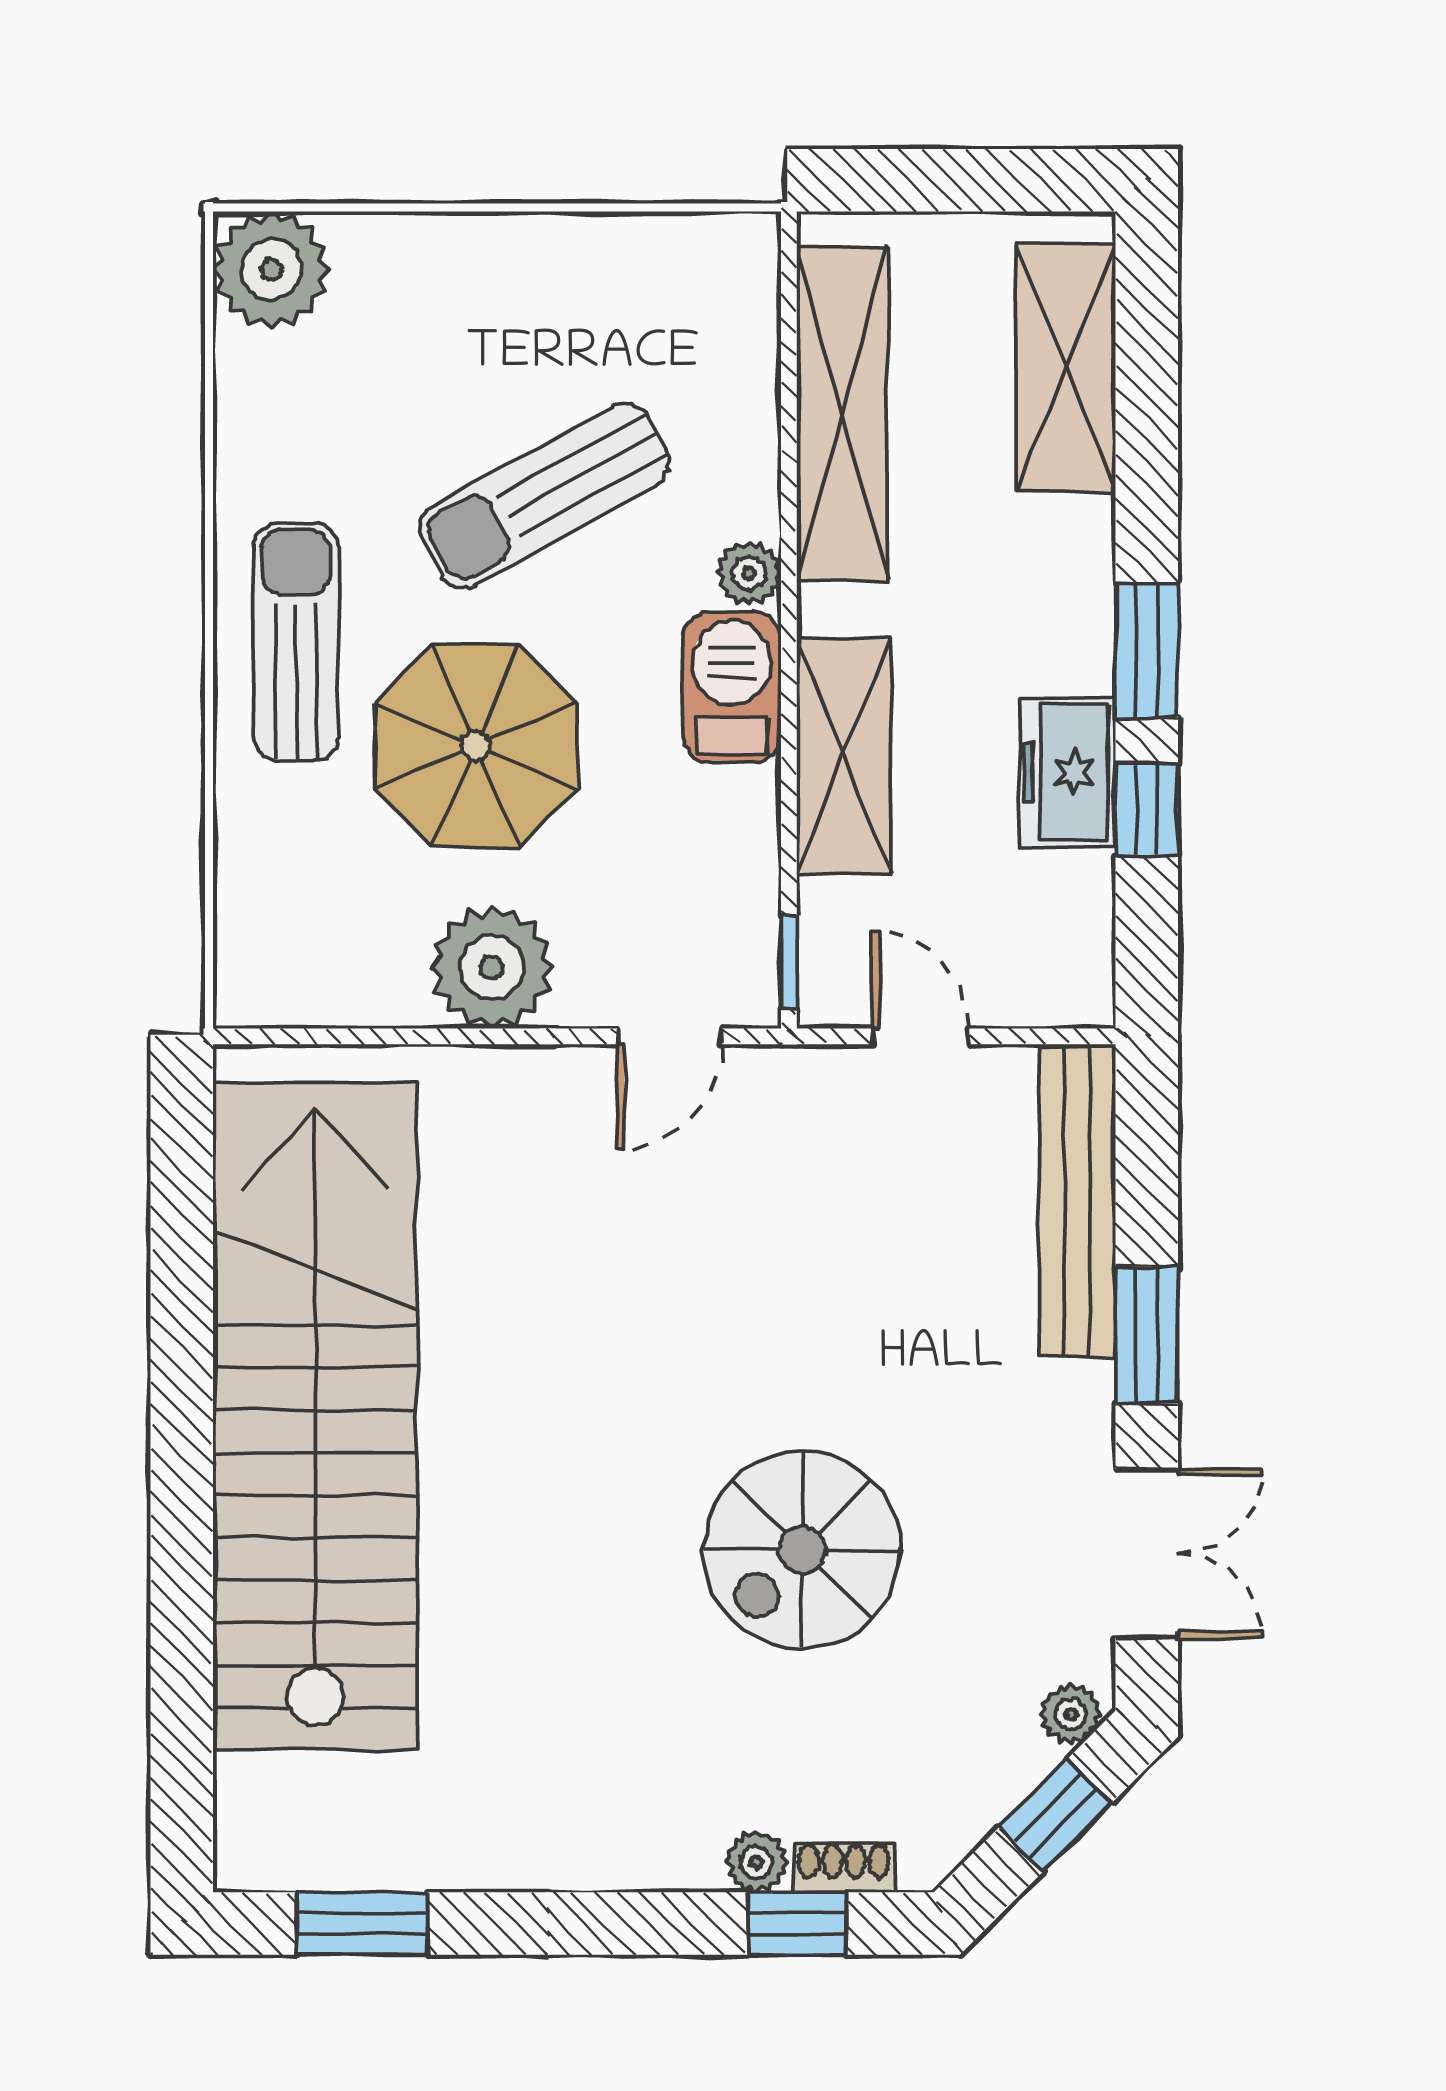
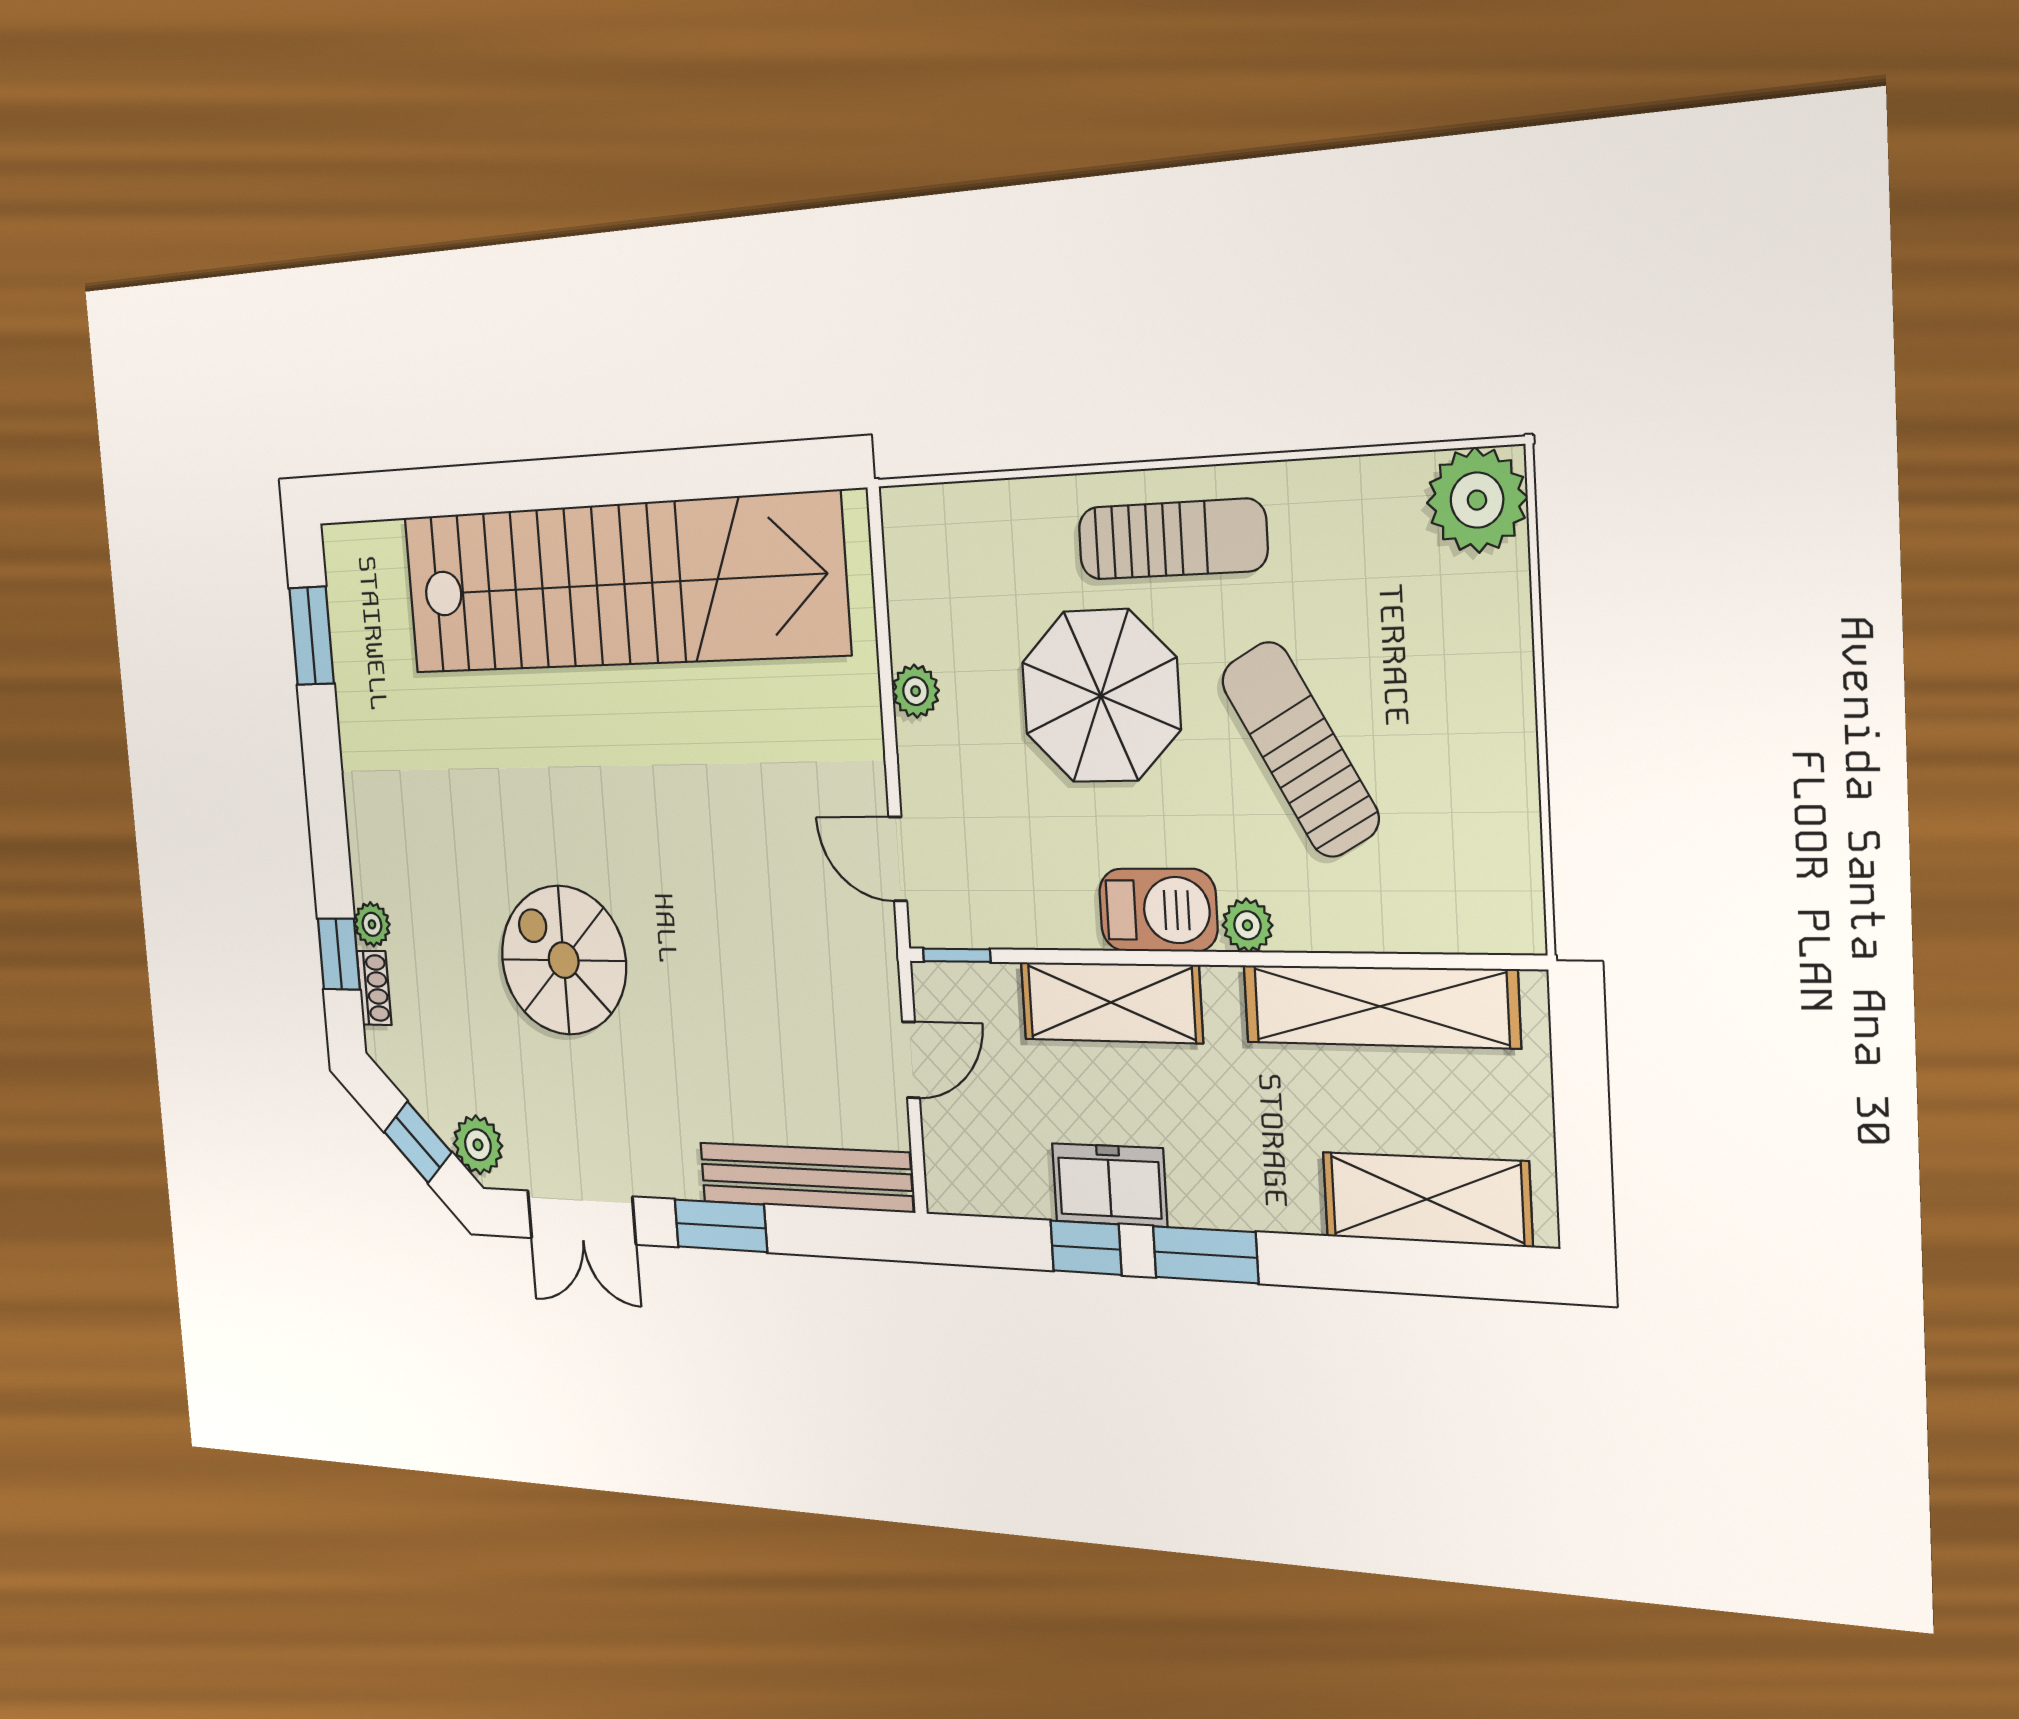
plant: (492, 967) -> (916, 691), width x0.53, depth x0.53
plant: (1071, 1714) -> (478, 1145), width x1.38, depth x1.38

